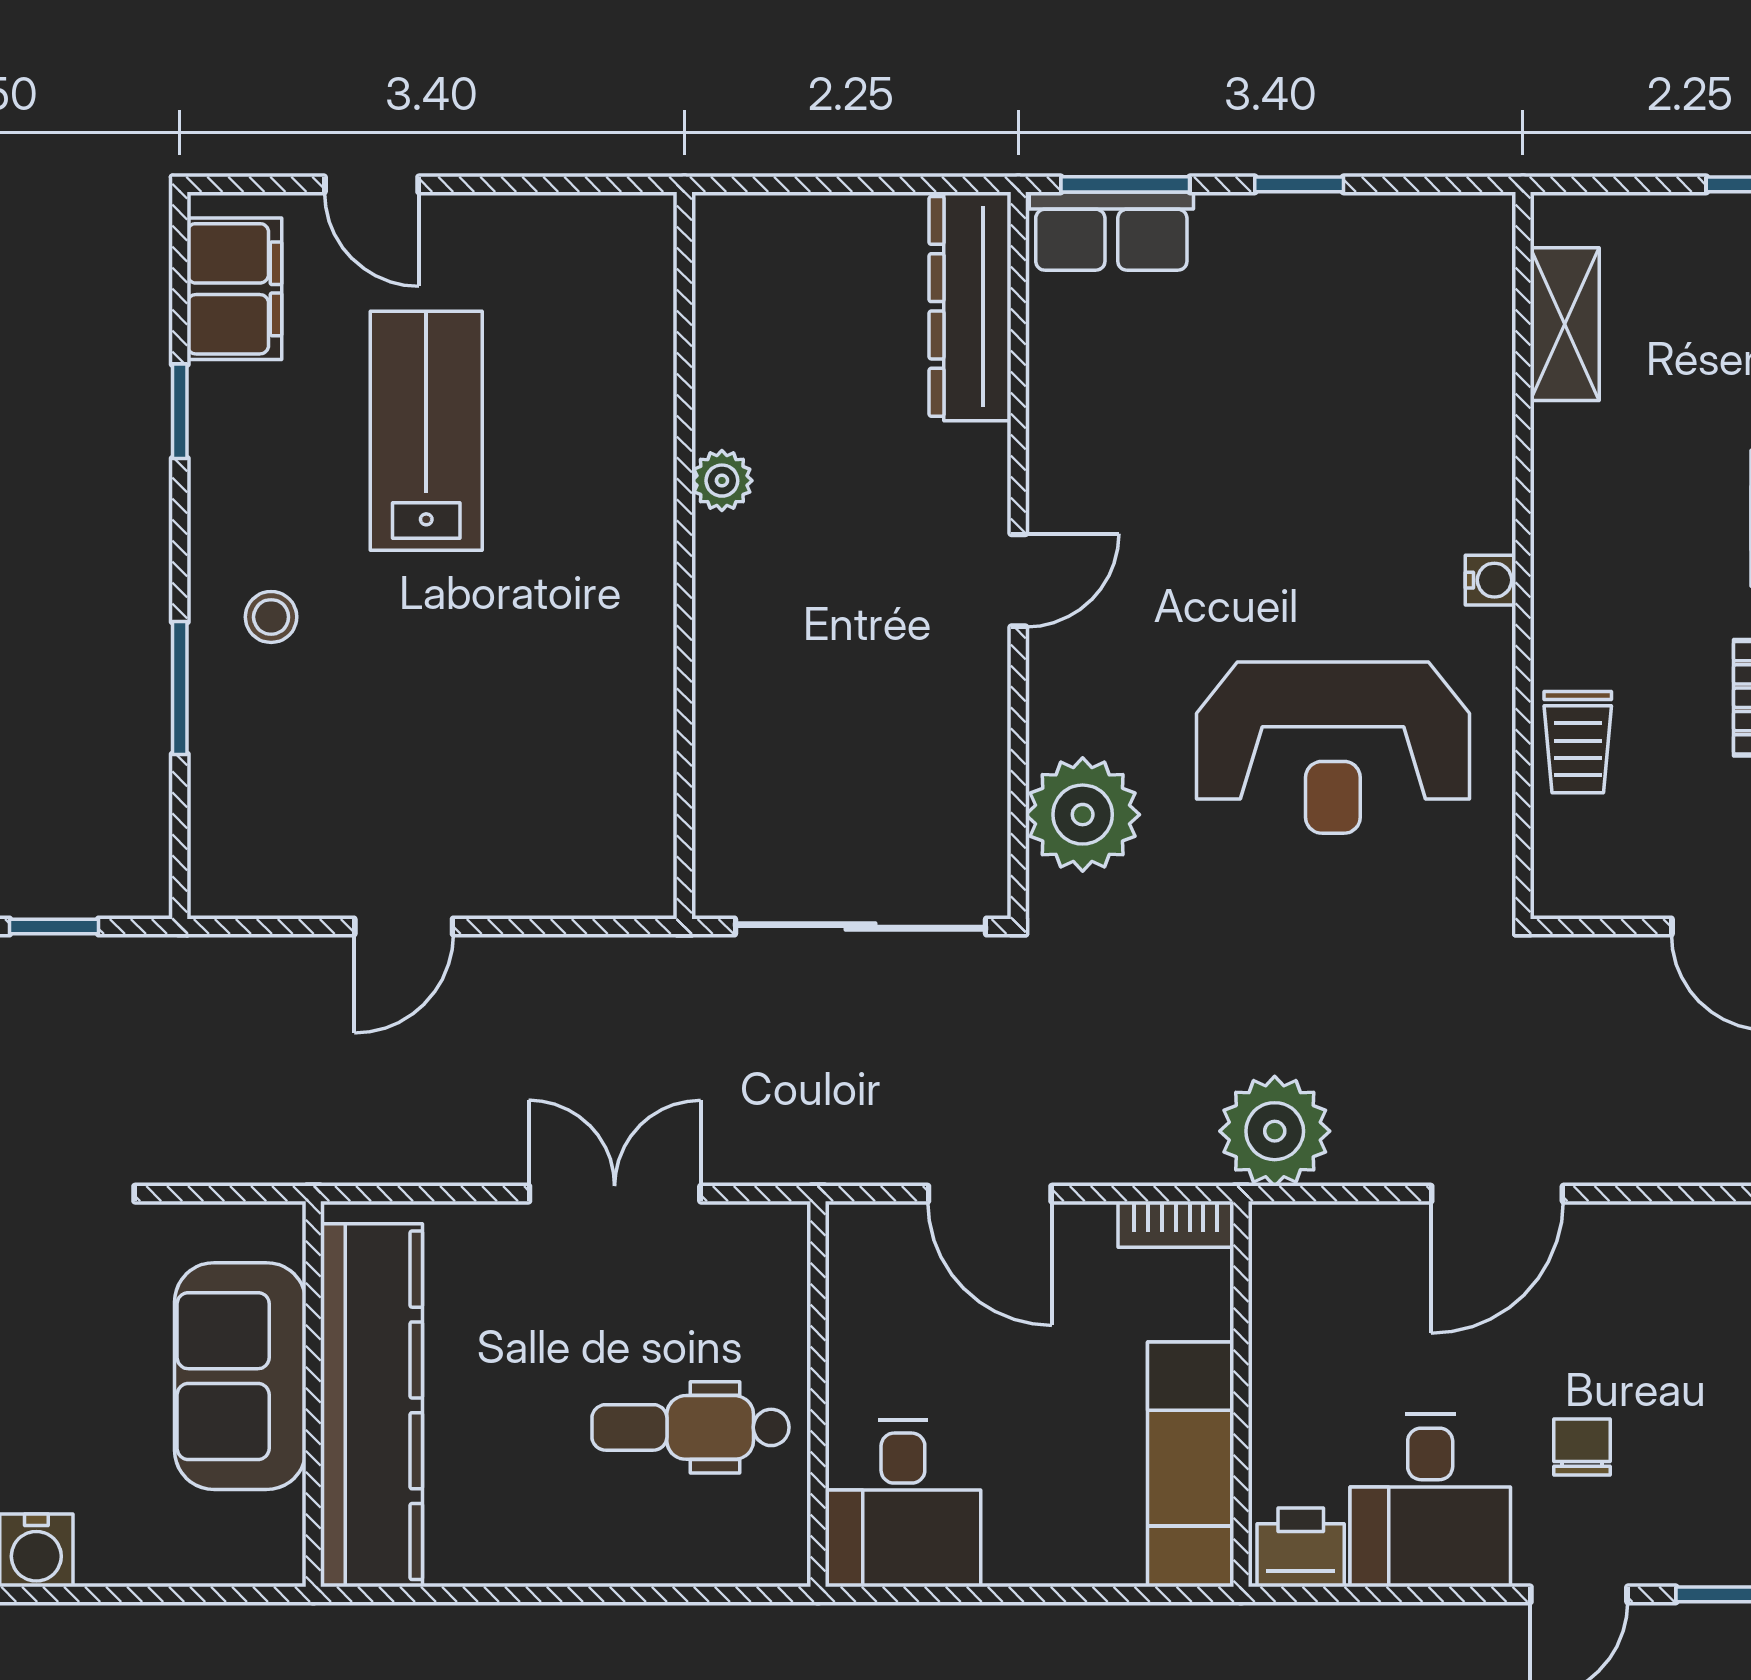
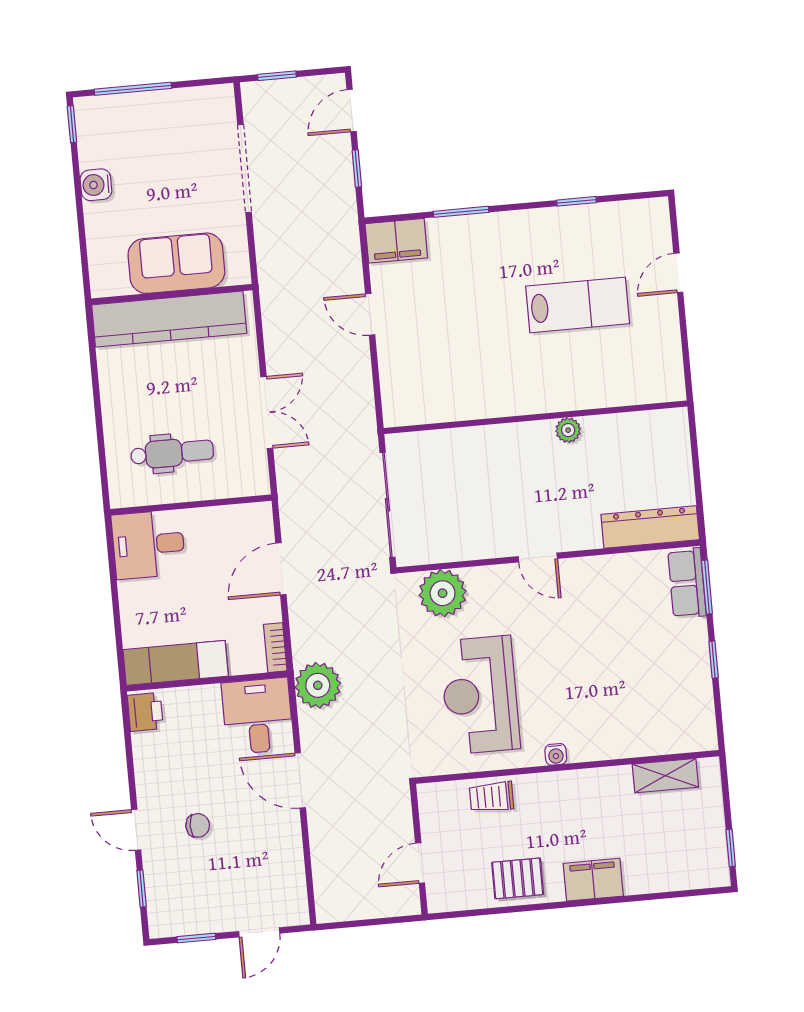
filing cabinet: (234, 289) -> (396, 241), moved
stool: (271, 617) -> (494, 247), removed
dental chair: (690, 1427) -> (172, 453), turned 90
desk: (1430, 1501) -> (258, 716), moved, turned 90

